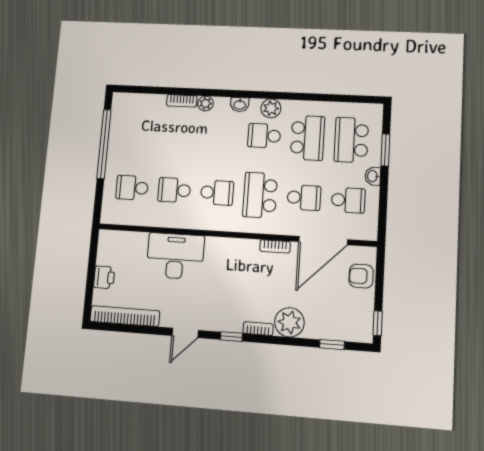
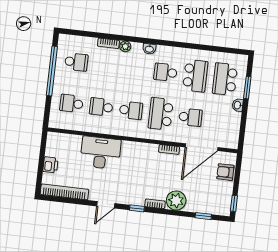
plant: (271, 108) -> (171, 53), removed
school desk: (348, 200) -> (76, 62), moved

